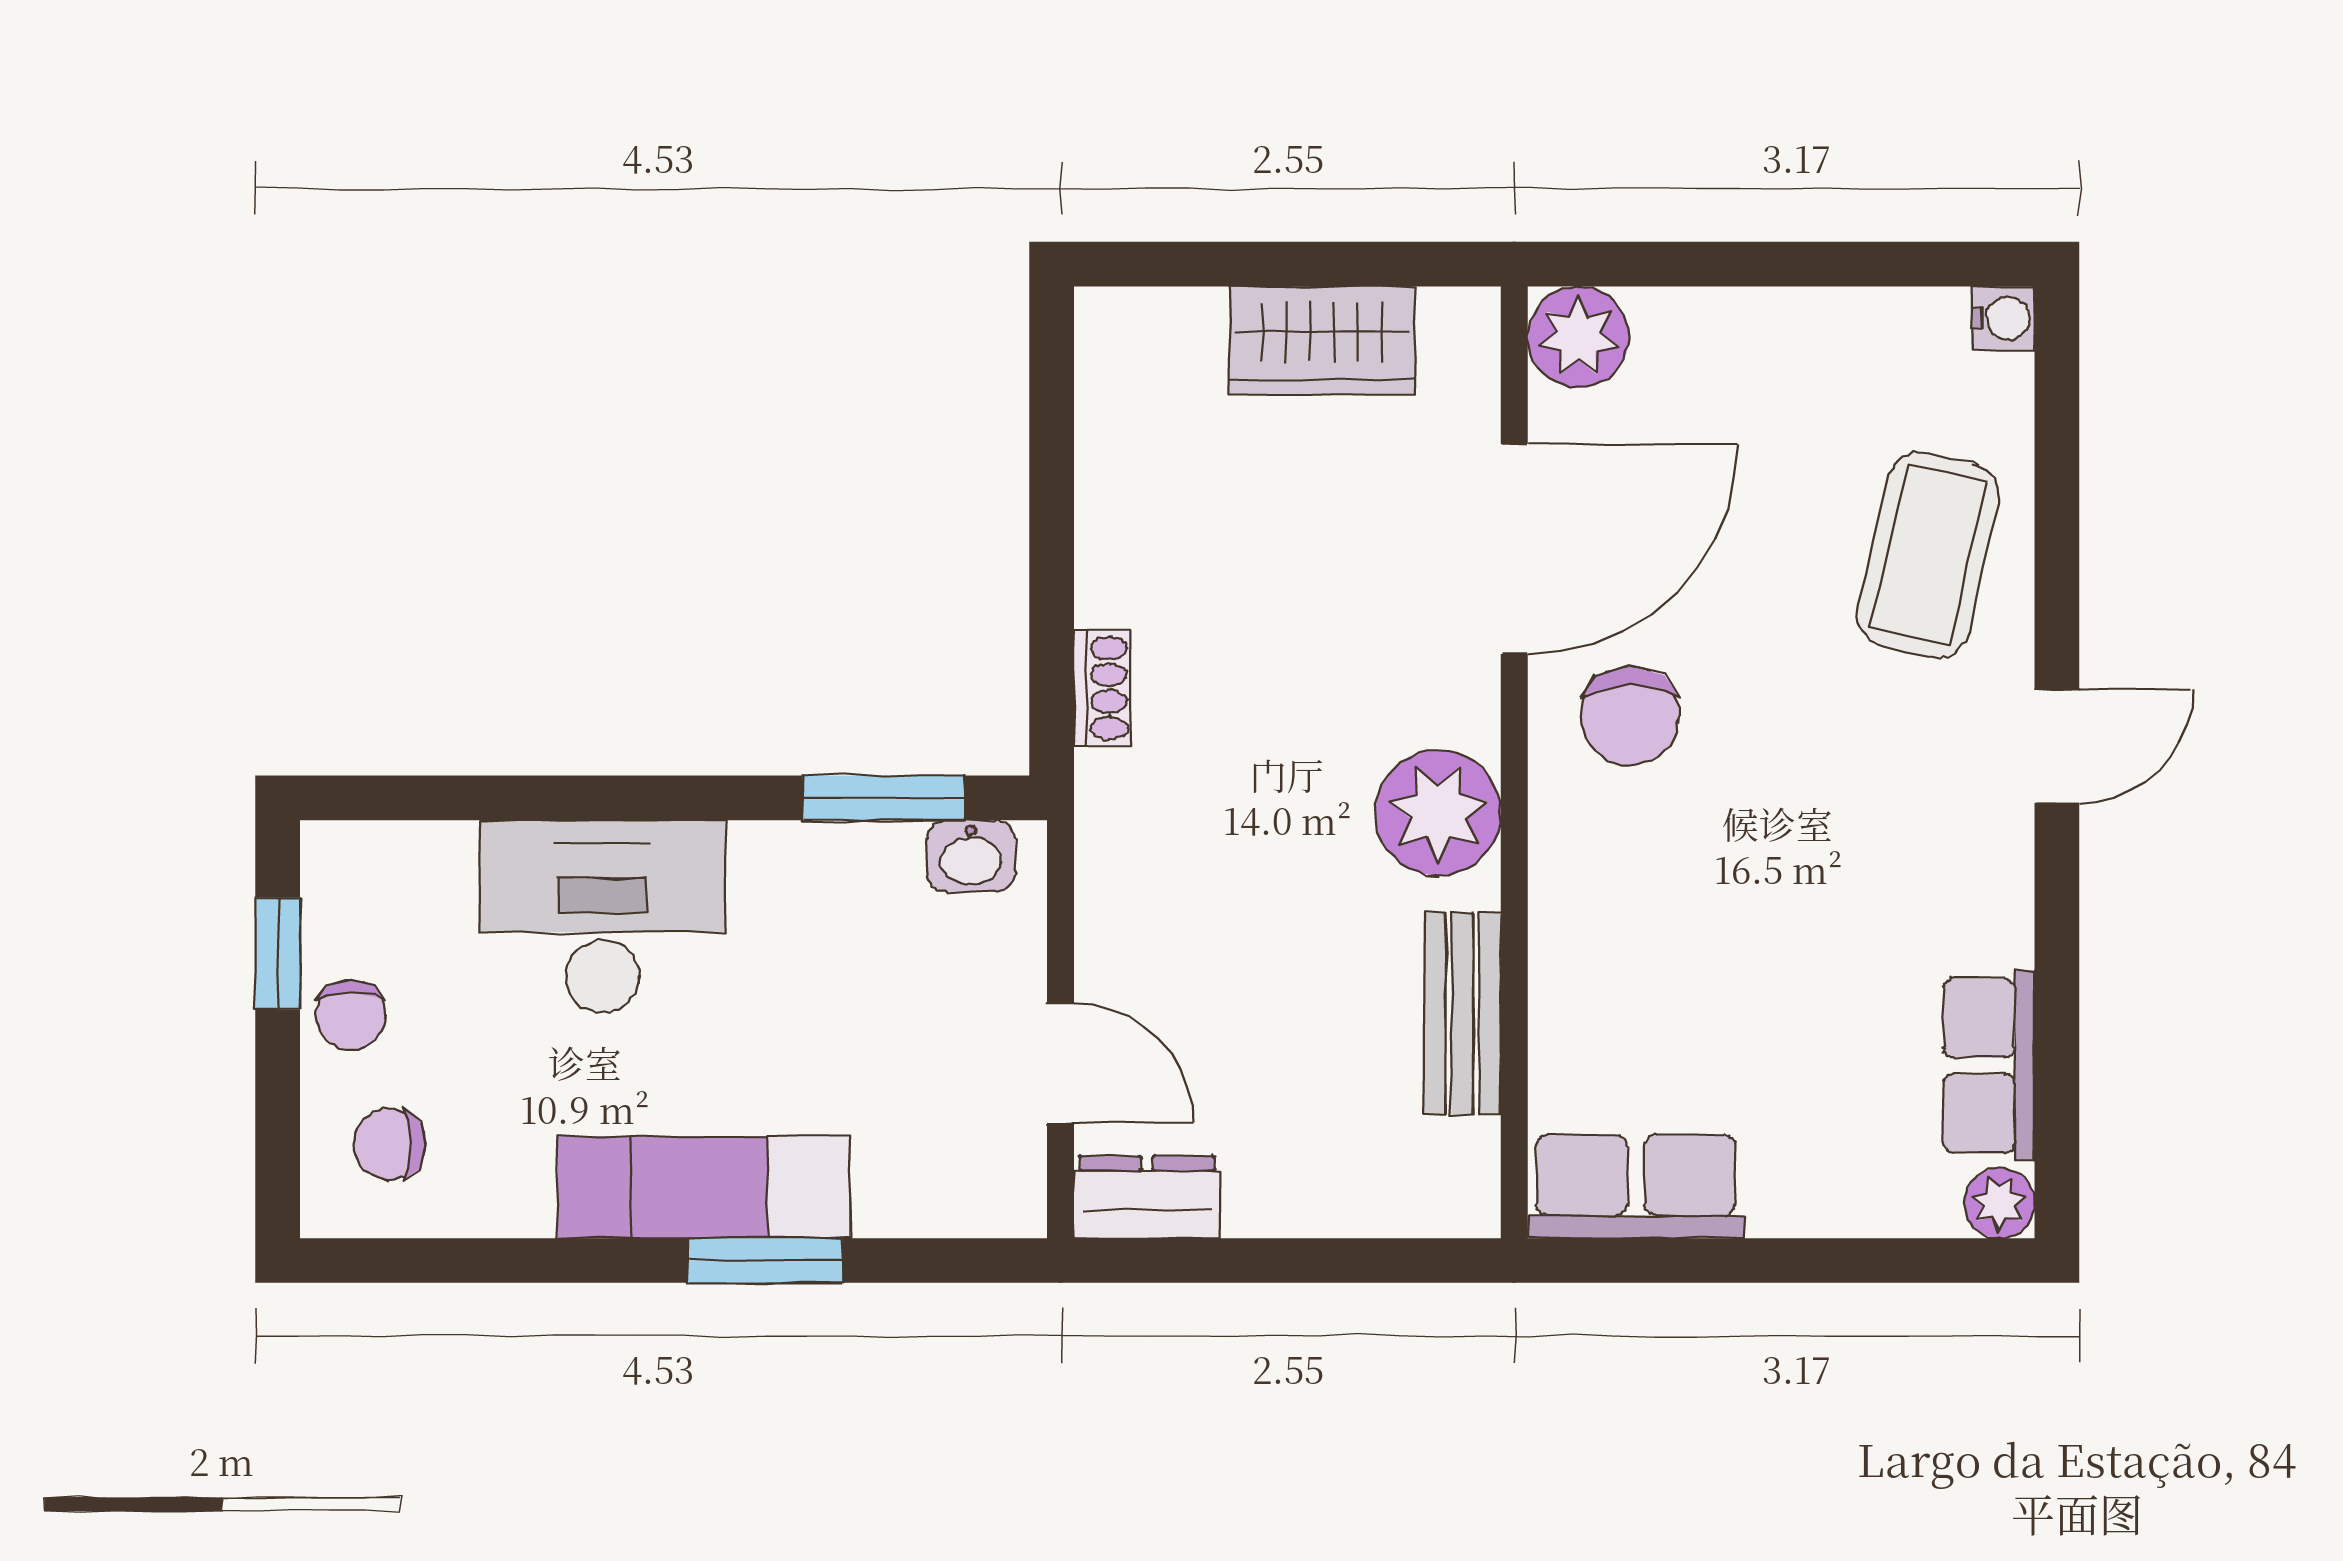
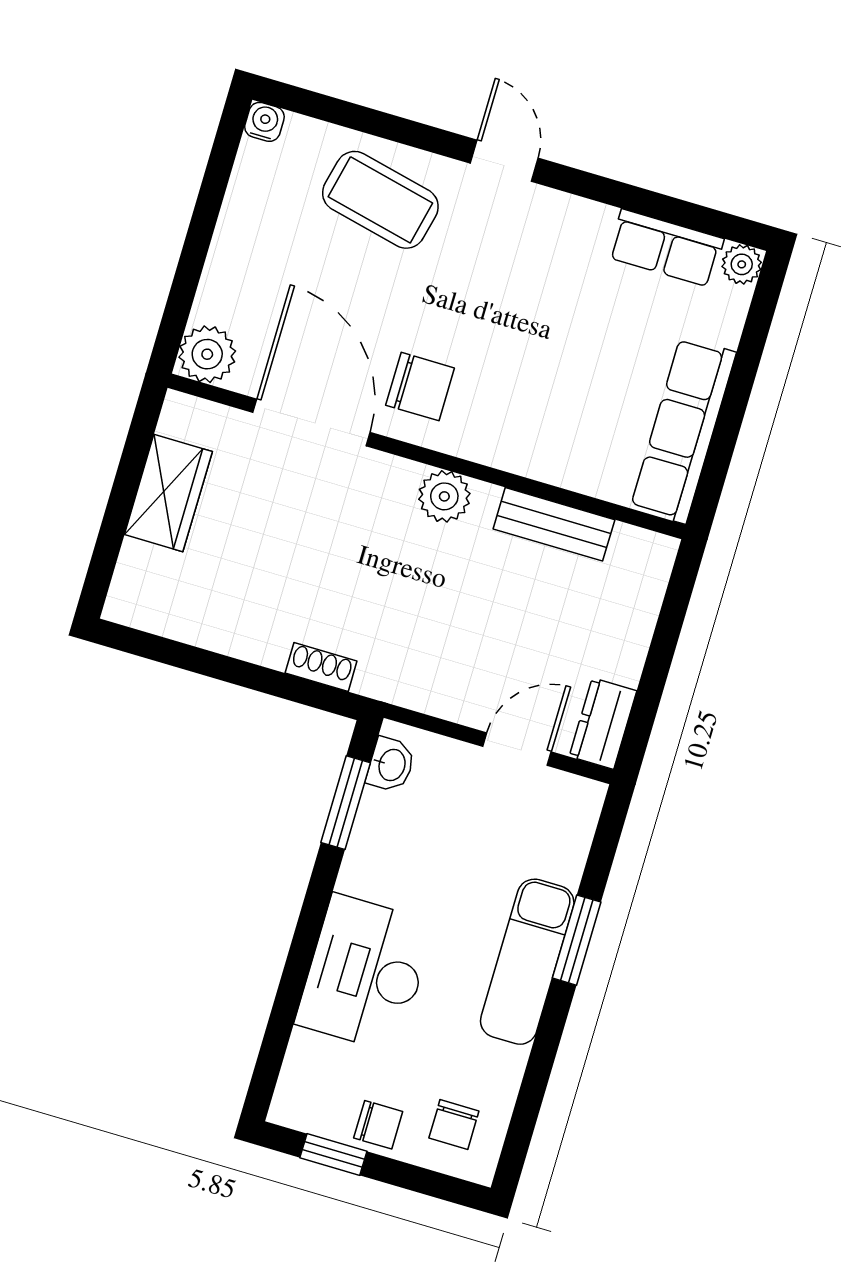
plant: (1438, 813) -> (444, 496), width x0.73, depth x0.73
row of seats: (1636, 1187) -> (683, 430), width x1.48

